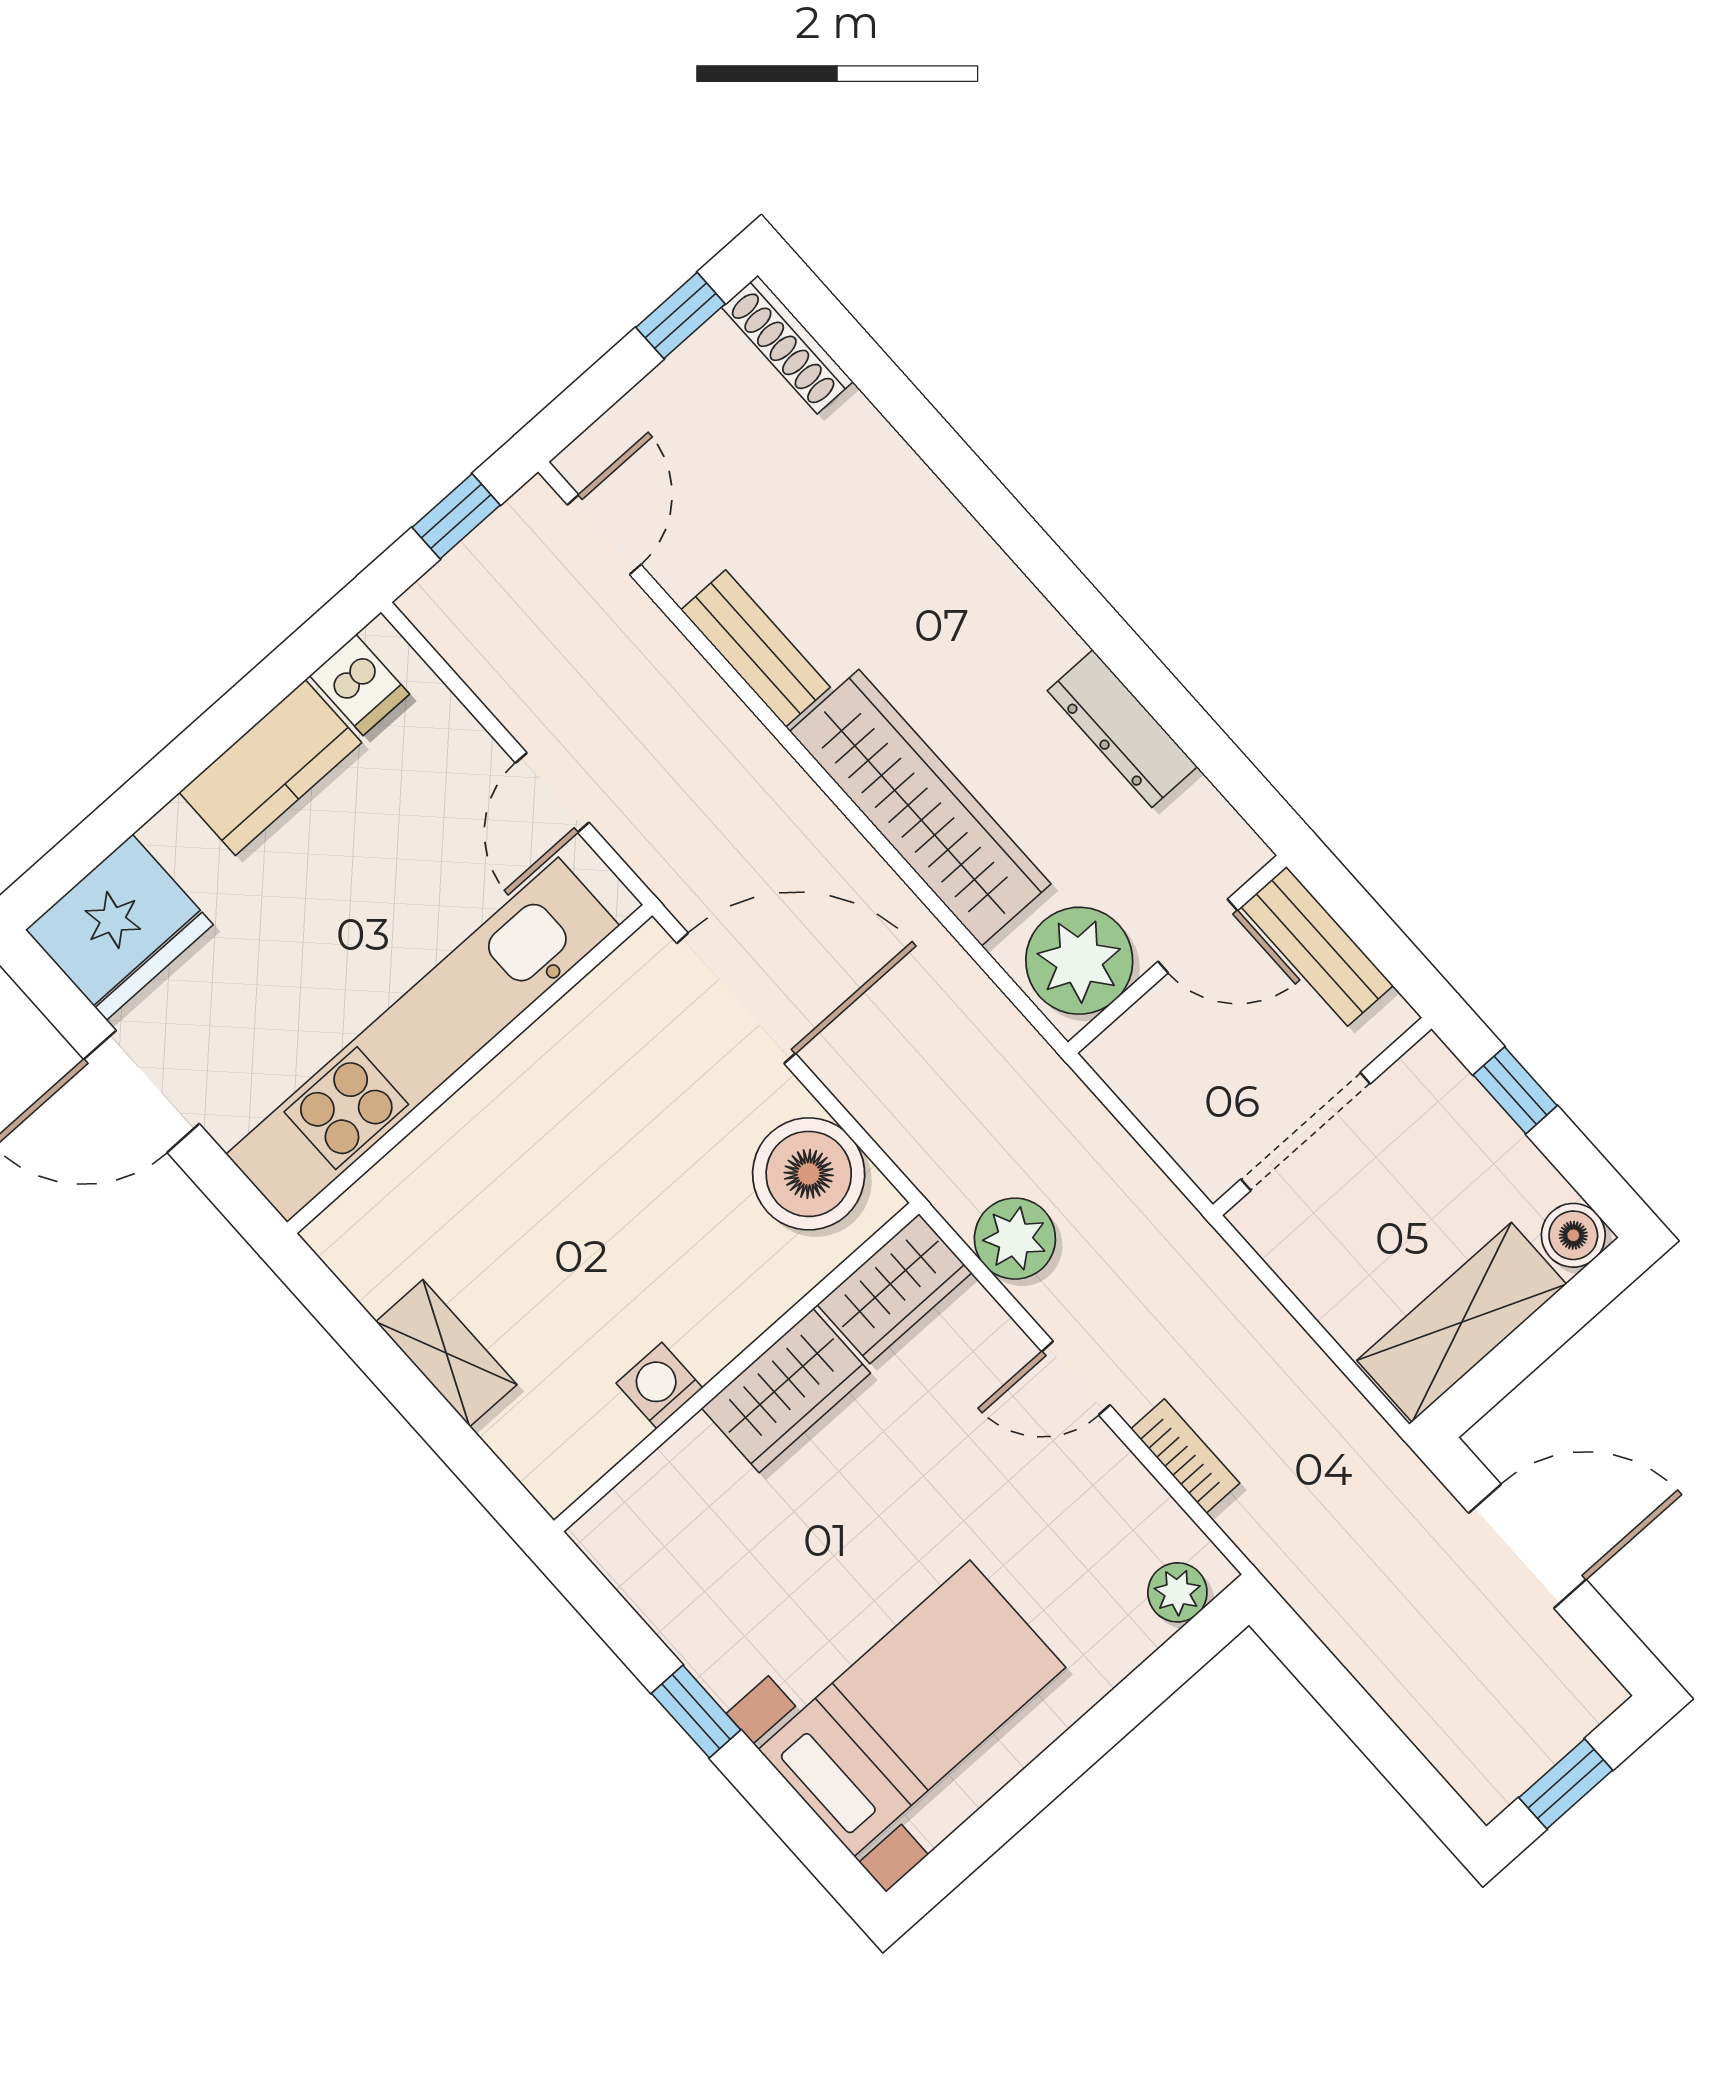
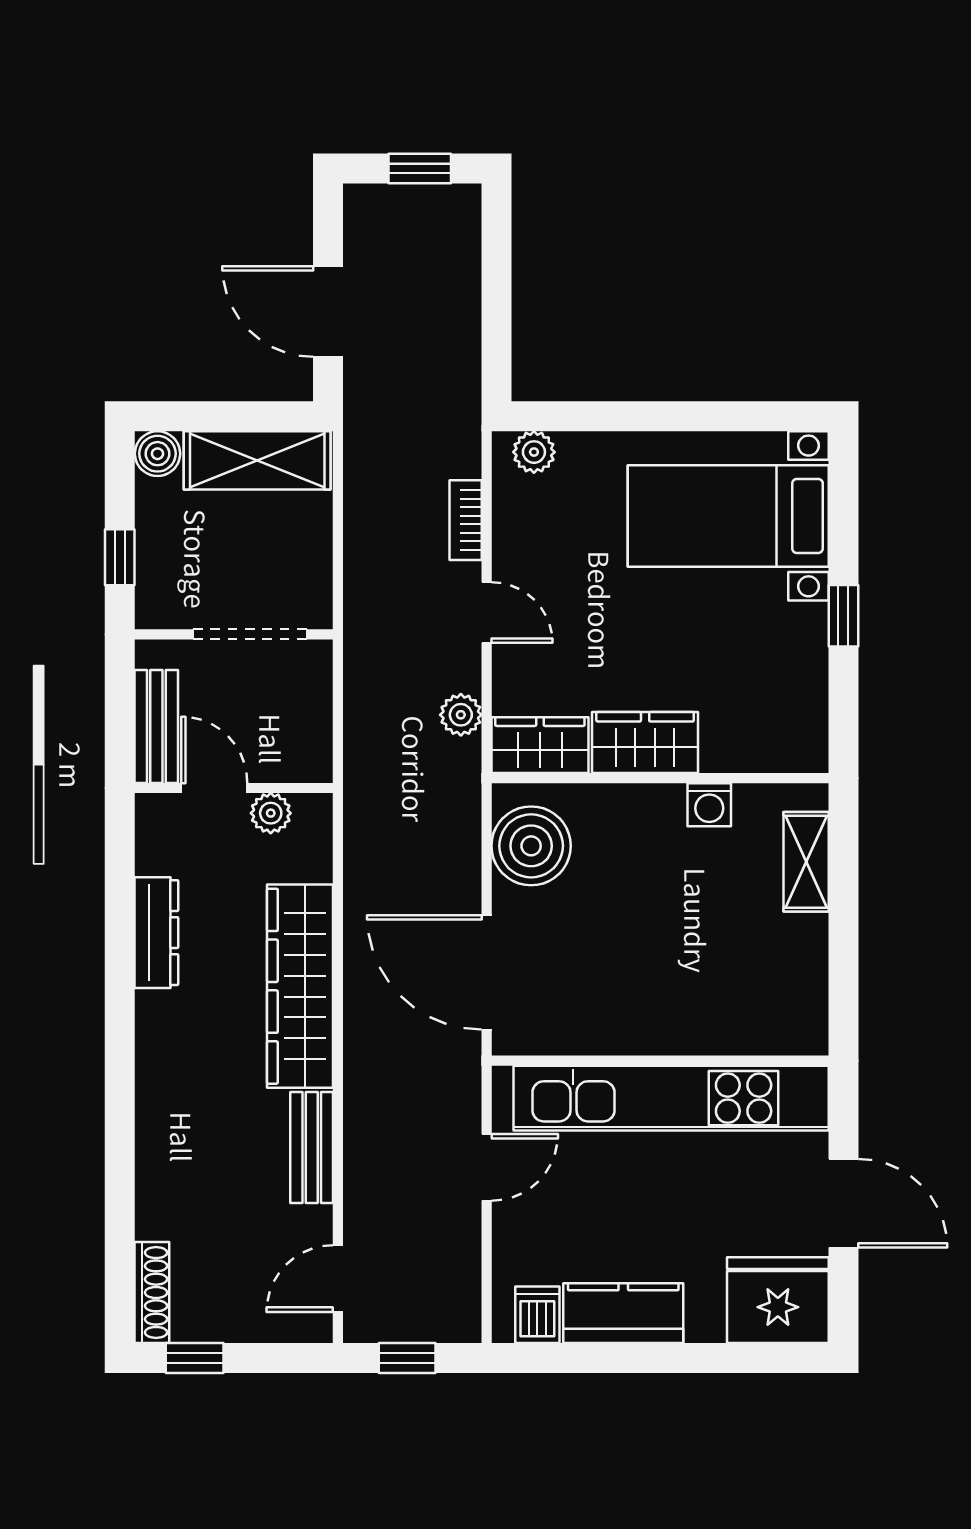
plant: (1079, 961) -> (271, 813), width x0.53, depth x0.53
plant: (1015, 1239) -> (461, 715), width x0.73, depth x0.73
shelving: (446, 1353) -> (806, 862), moved

